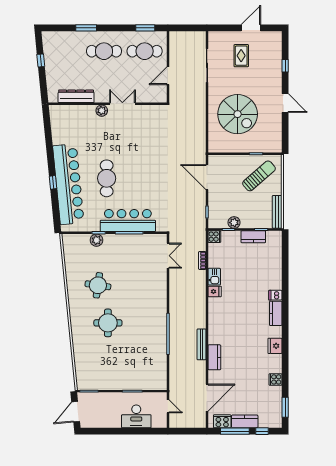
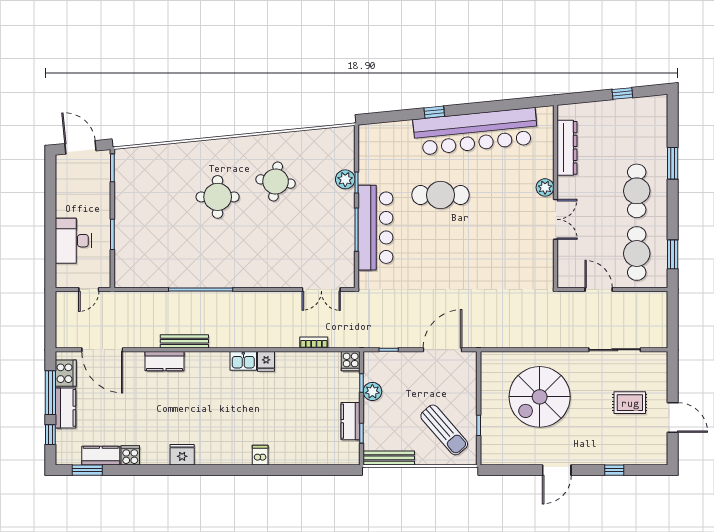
bar counter: (68, 184) -> (476, 132), moved
kitchen sink: (214, 277) -> (243, 361), moved
kitchen counter: (276, 313) -> (101, 456), moved

